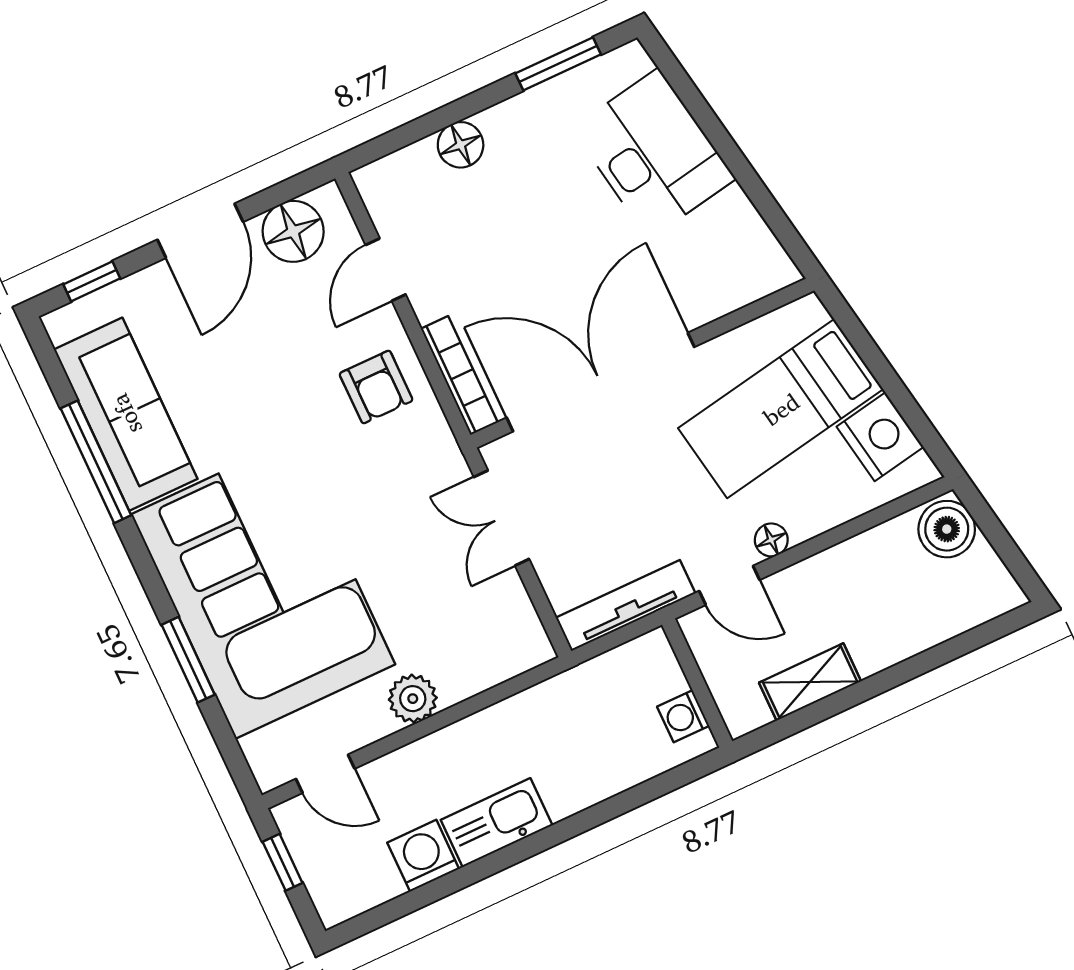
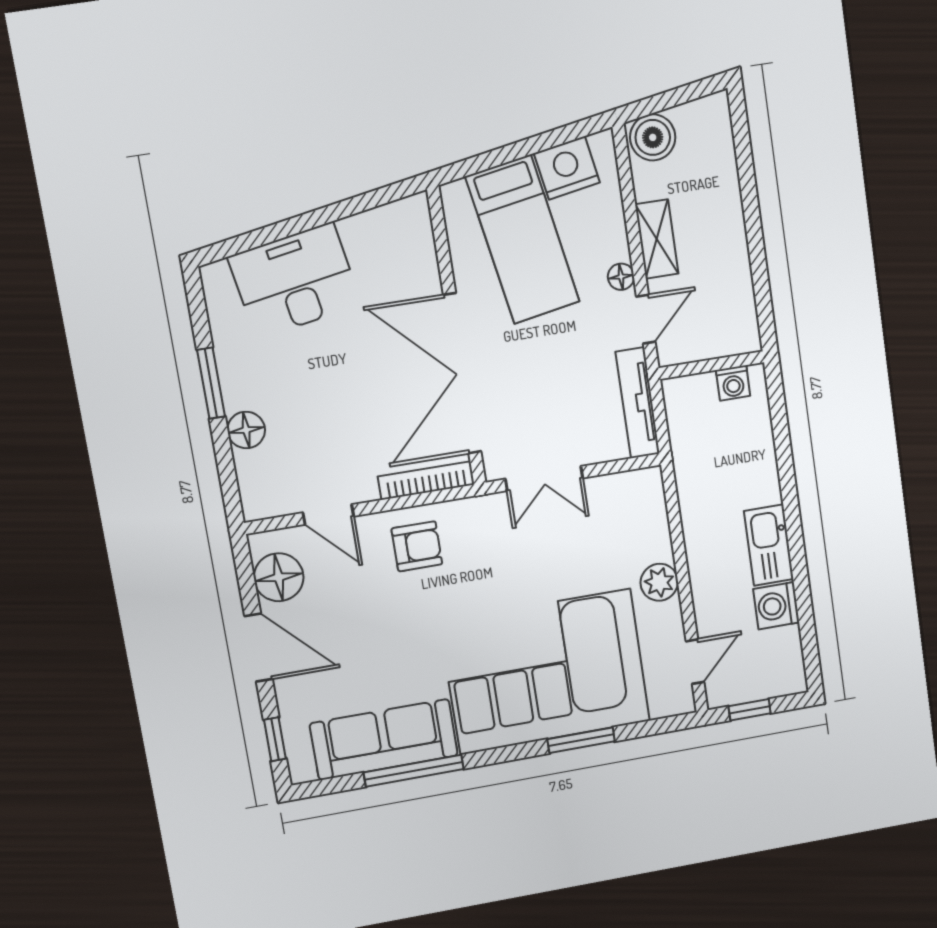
window: (558, 64) -> (211, 383), moved
shelving: (810, 682) -> (657, 239), moved

